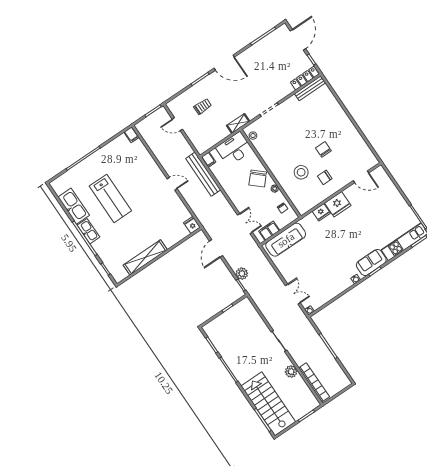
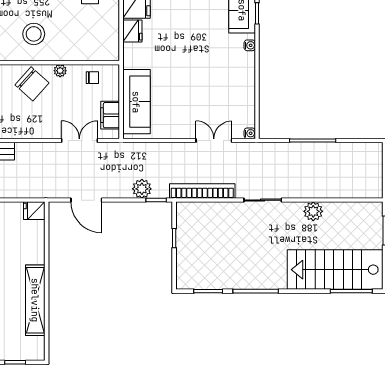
stool: (301, 172) -> (34, 34), moved
bookcase: (314, 382) -> (202, 191), moved

